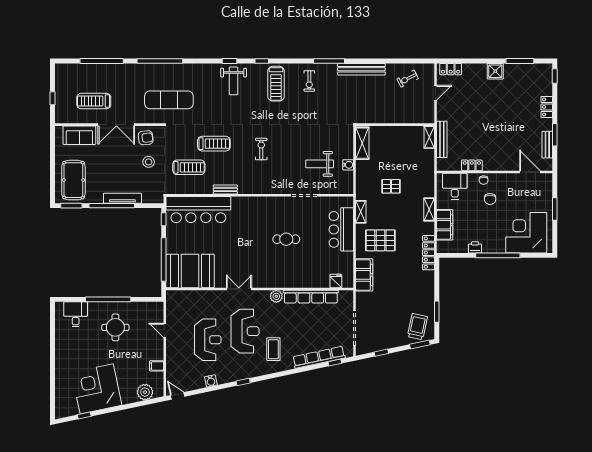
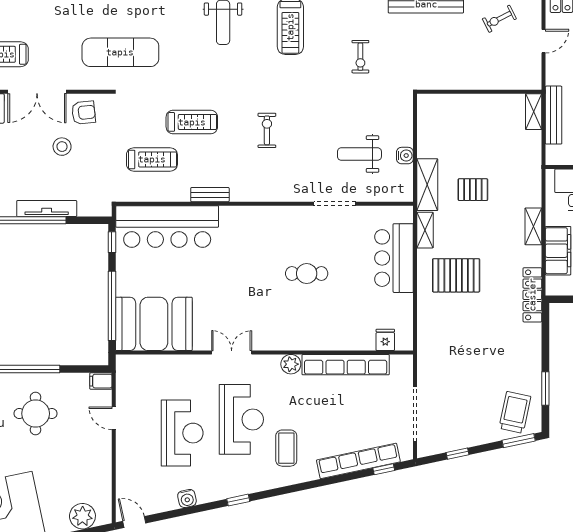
exercise bike: (309, 81) -> (360, 57), moved
shelving: (362, 143) -> (427, 185), moved
stool: (149, 162) -> (62, 147), moved
filing cabinet: (364, 275) -> (430, 330), removed
filing cabinet: (157, 366) -> (101, 381), moved

